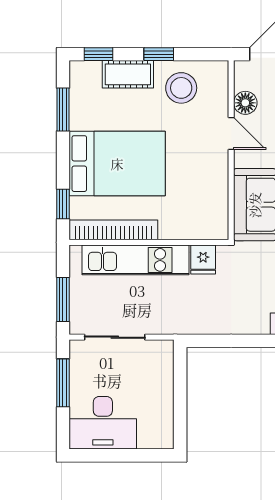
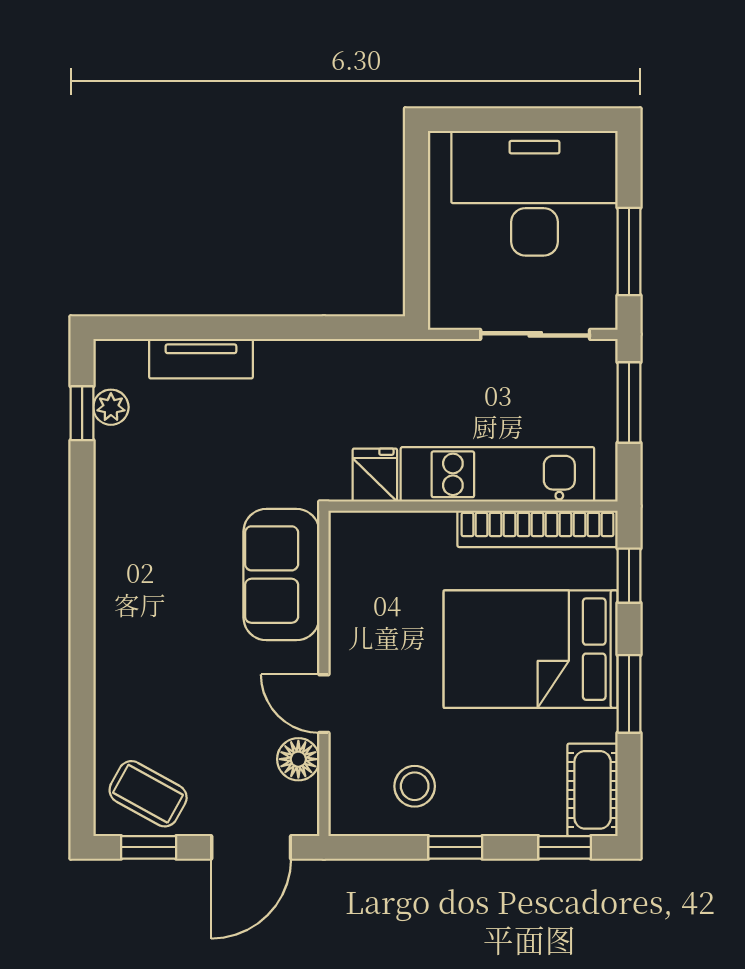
cot: (128, 74) -> (593, 790), moved, turned 90
stool: (181, 88) -> (415, 786), width x0.73, depth x0.73
window: (63, 109) -> (629, 694), moved
desk: (103, 423) -> (534, 193), width x1.36, depth x1.30

